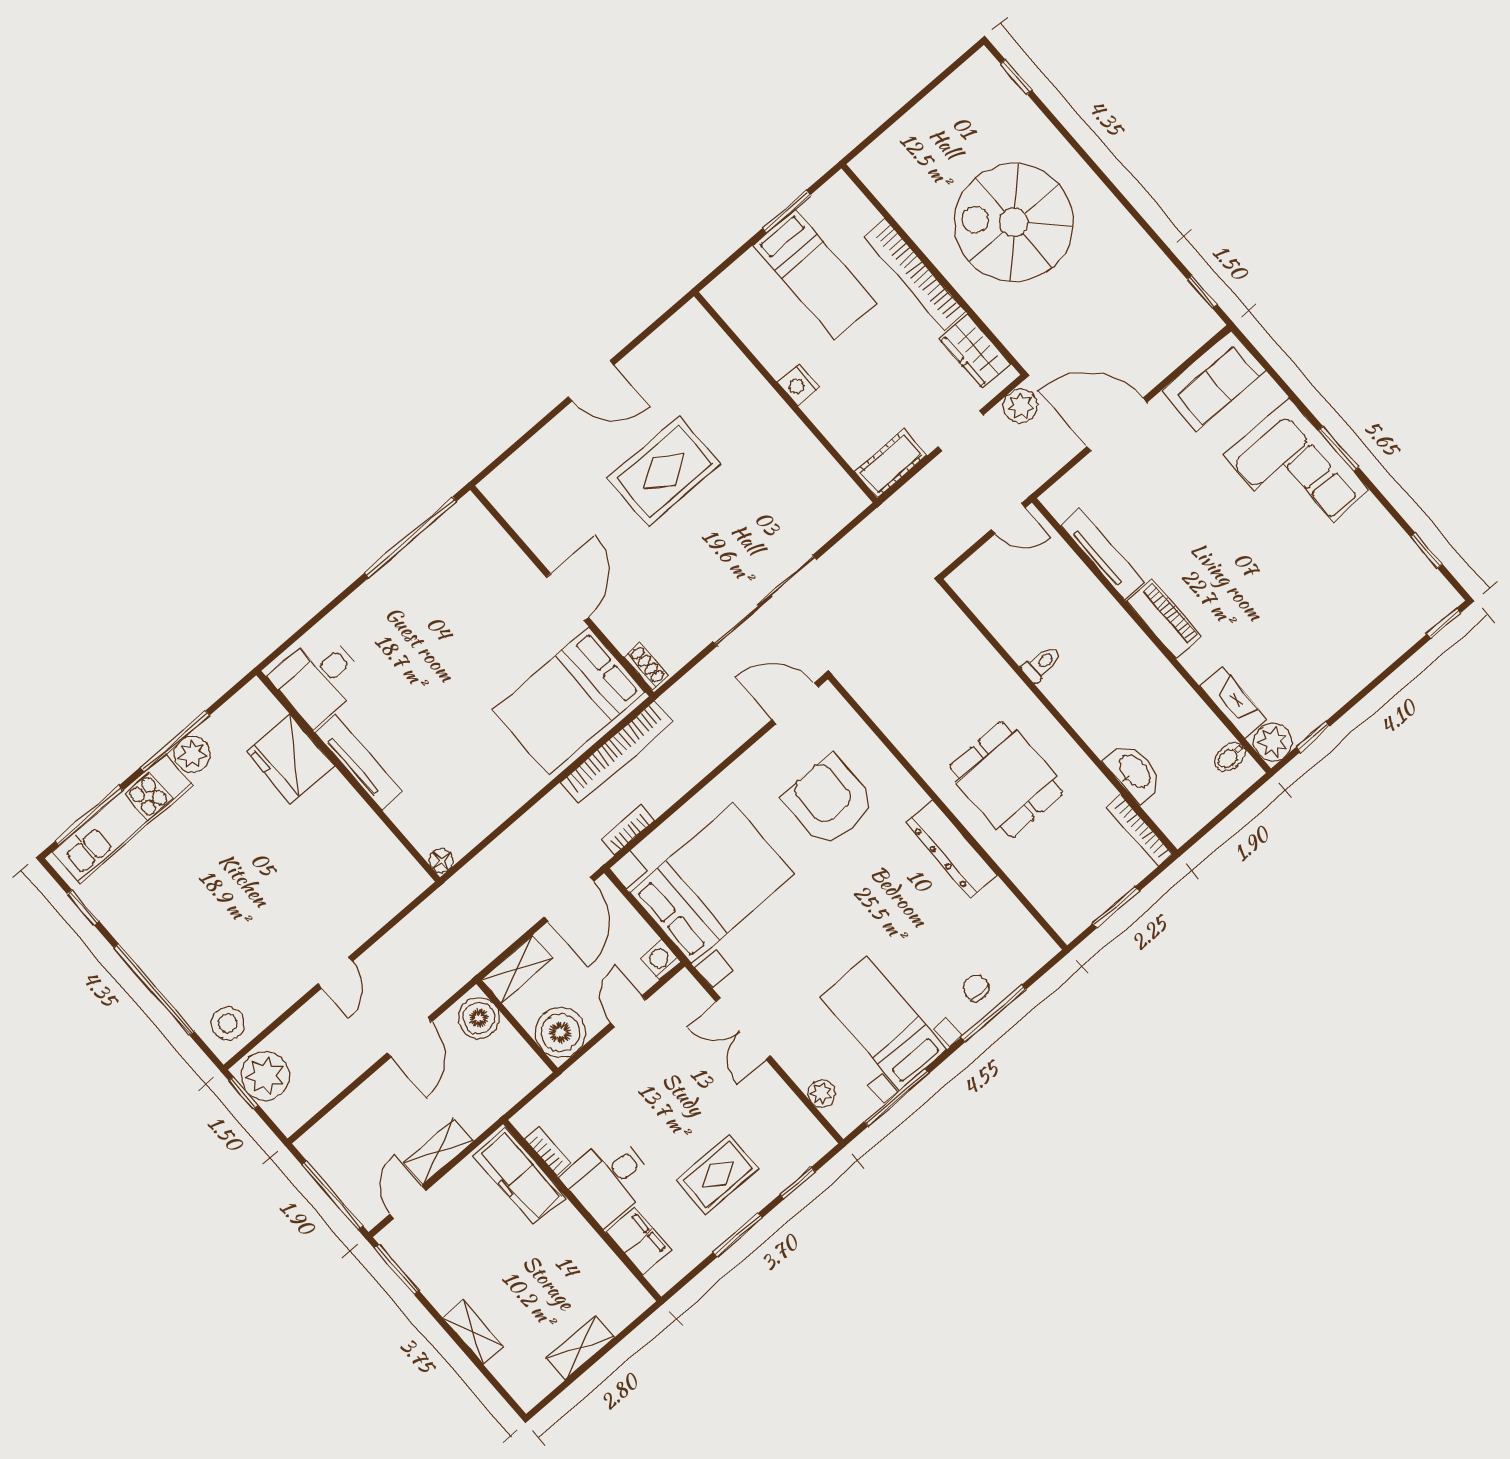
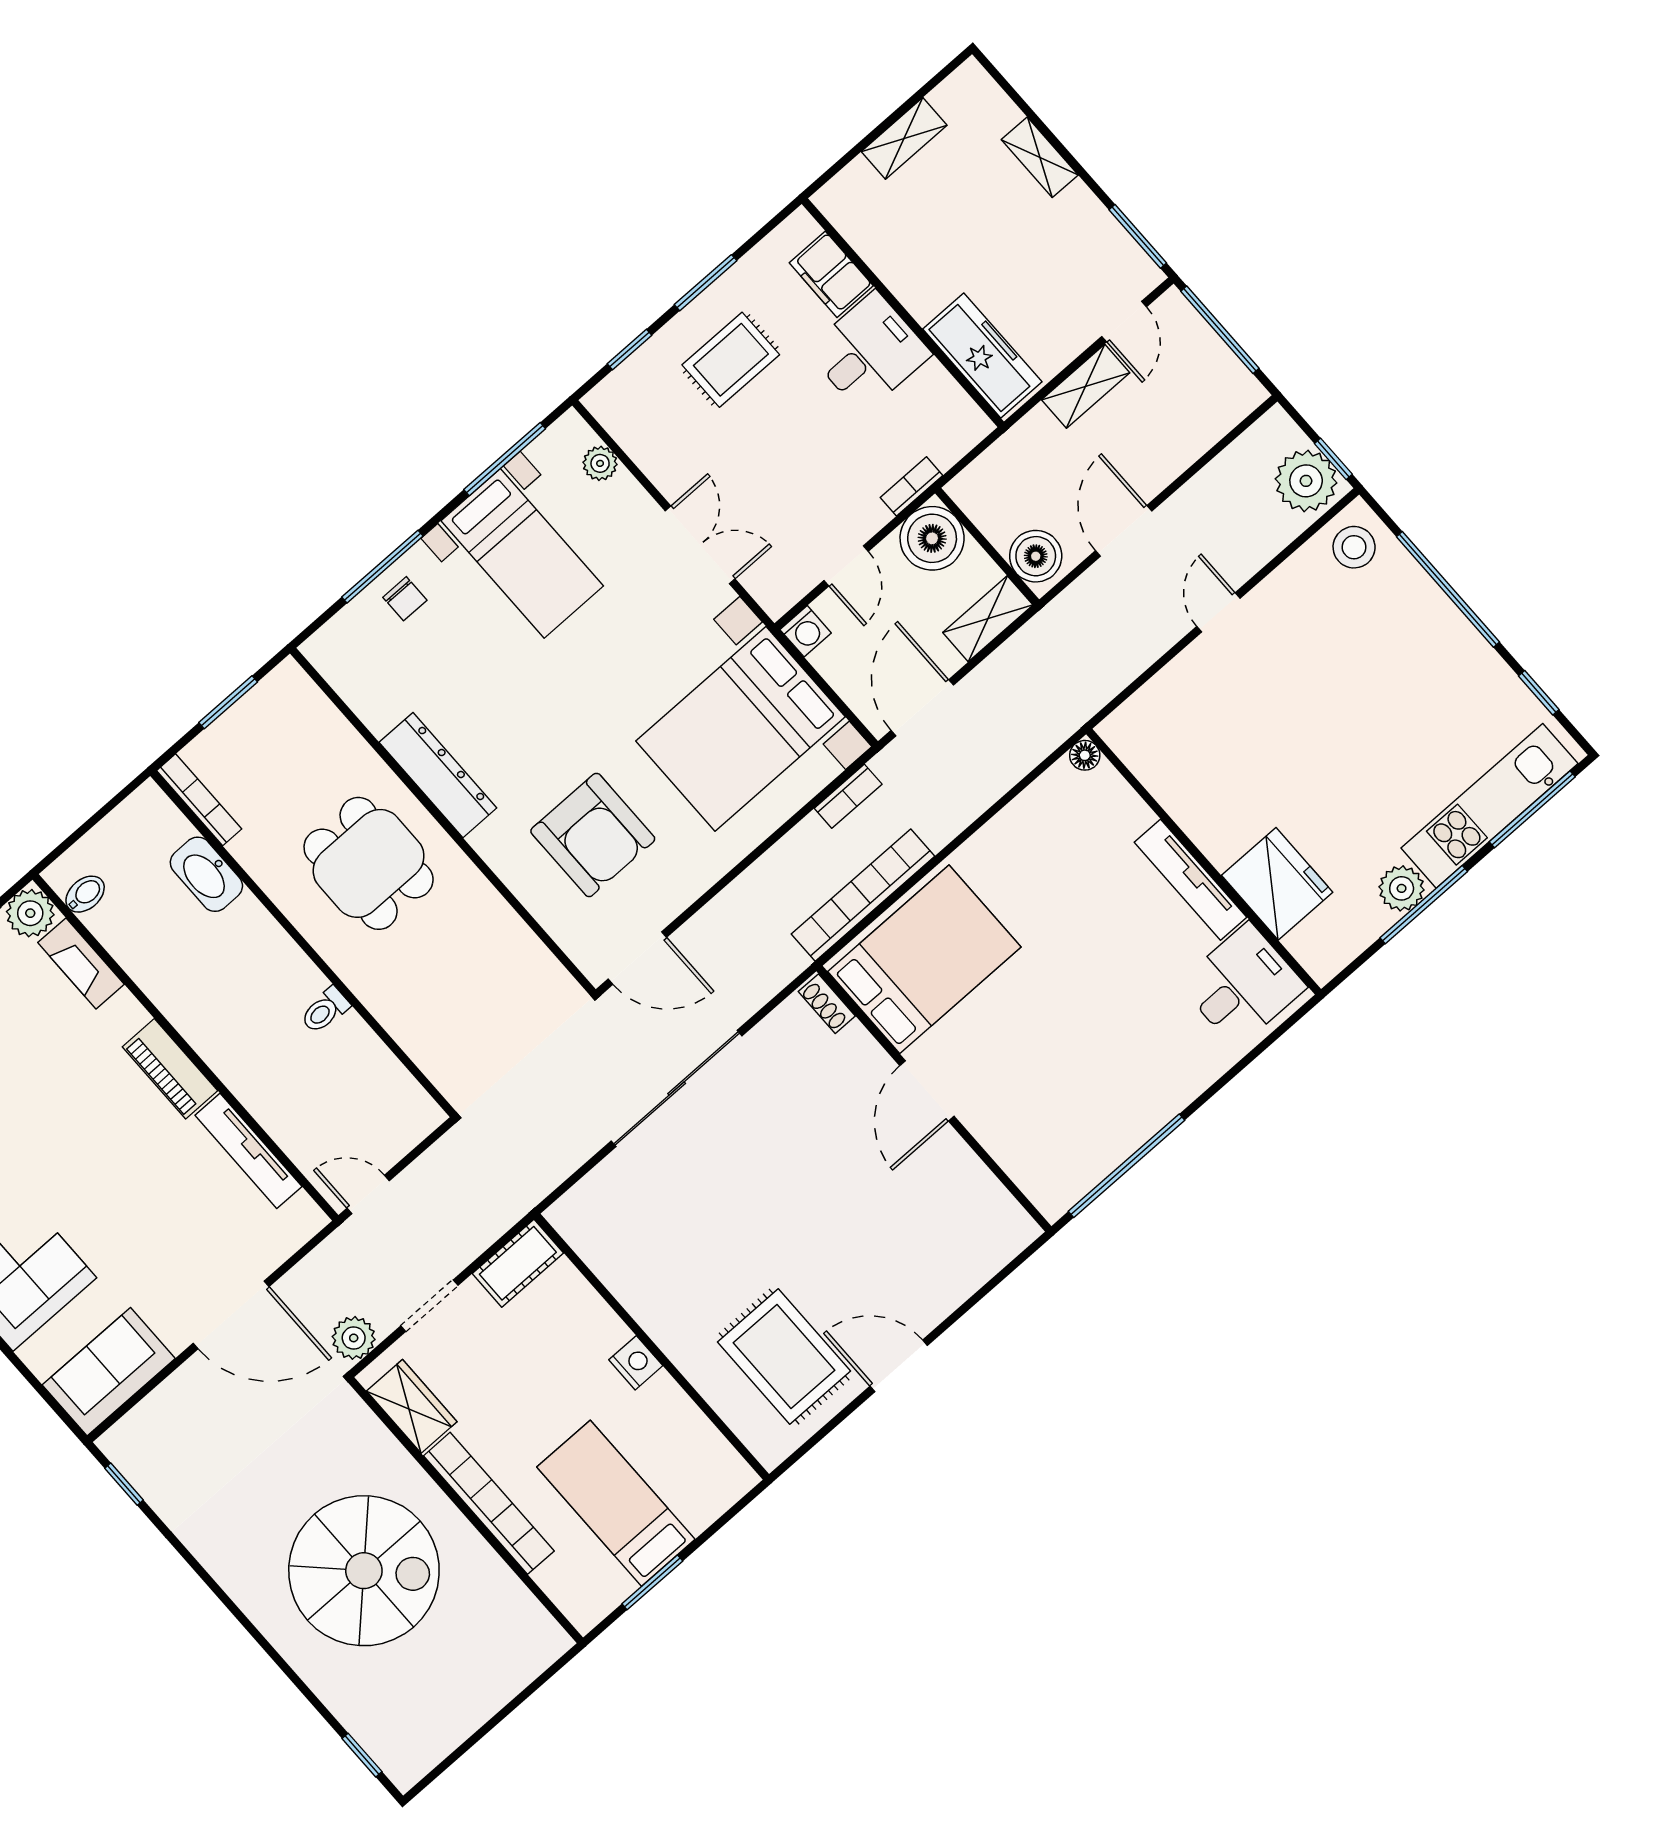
rug: (664, 471) -> (784, 1356), moved, turned 90
bookcase: (548, 1151) -> (912, 486), moved, turned 90

